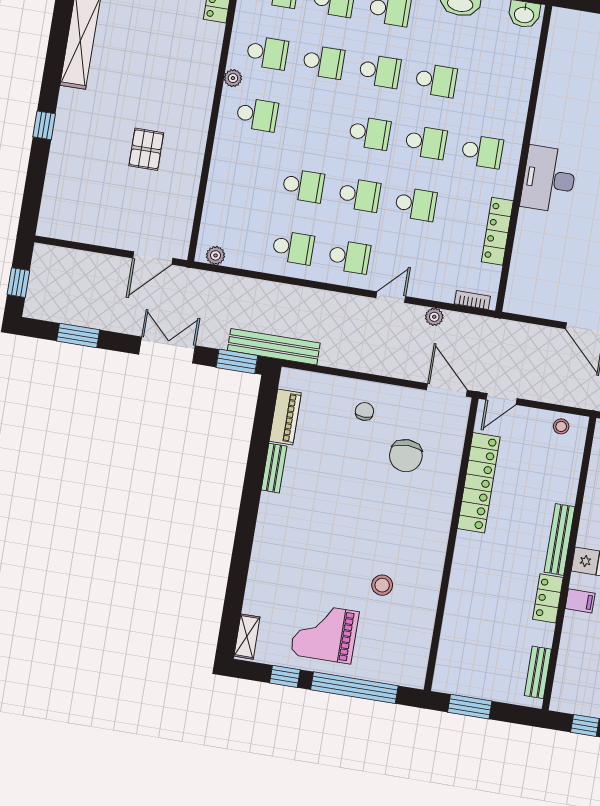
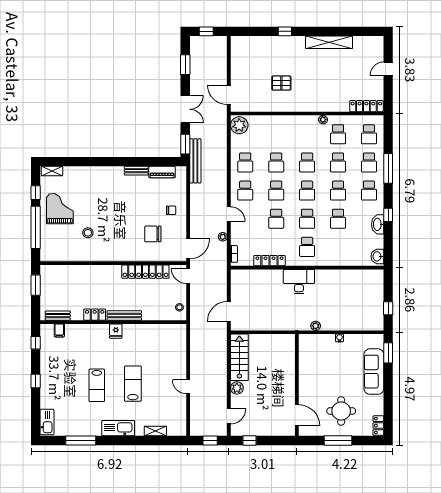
school desk: (257, 115) -> (307, 162), moved
plant: (216, 255) -> (239, 125), width x1.88, depth x1.88
filing cabinet: (580, 601) -> (59, 330), moved

